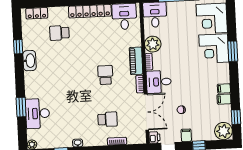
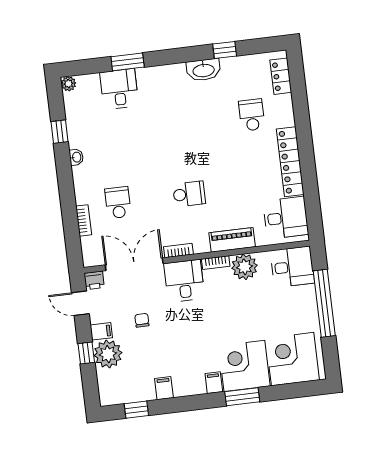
piano: (136, 61) -> (232, 240), moved
filing cabinet: (224, 88) -> (214, 383), moved
double door: (146, 112) -> (134, 264), swing flipped
desk: (38, 113) -> (119, 89), width x0.73
school desk: (108, 119) -> (118, 203), turned 180
plant: (223, 131) -> (108, 354), moved

